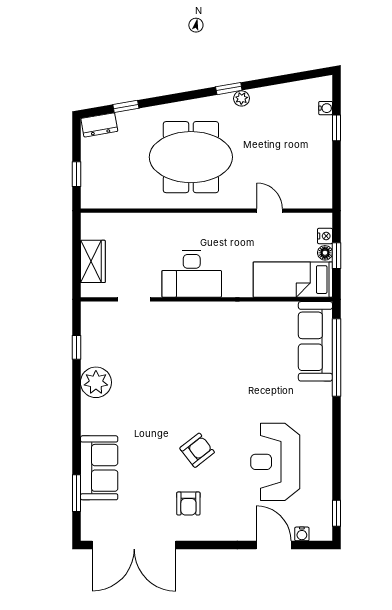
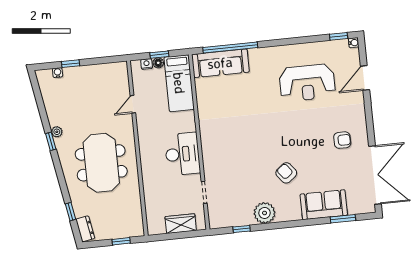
armchair: (197, 450) -> (286, 173), moved
water cooler: (302, 534) -> (354, 43), moved

